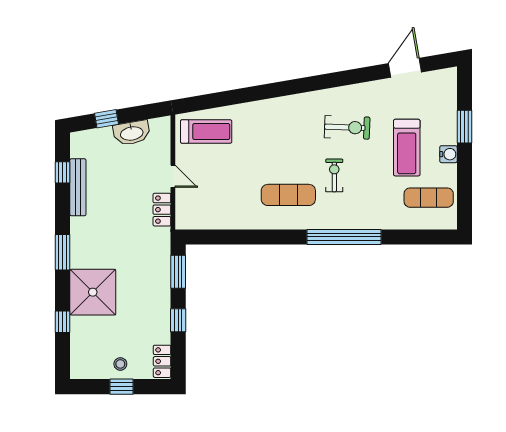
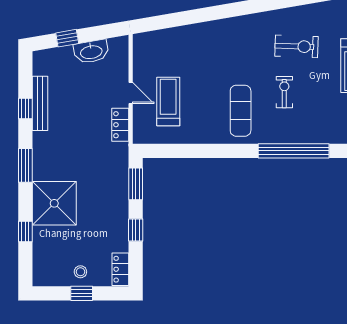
treadmill: (206, 132) -> (168, 102), moved, turned -90
window: (63, 172) -> (25, 109), moved
exercise mat: (288, 195) -> (241, 111), turned 90

